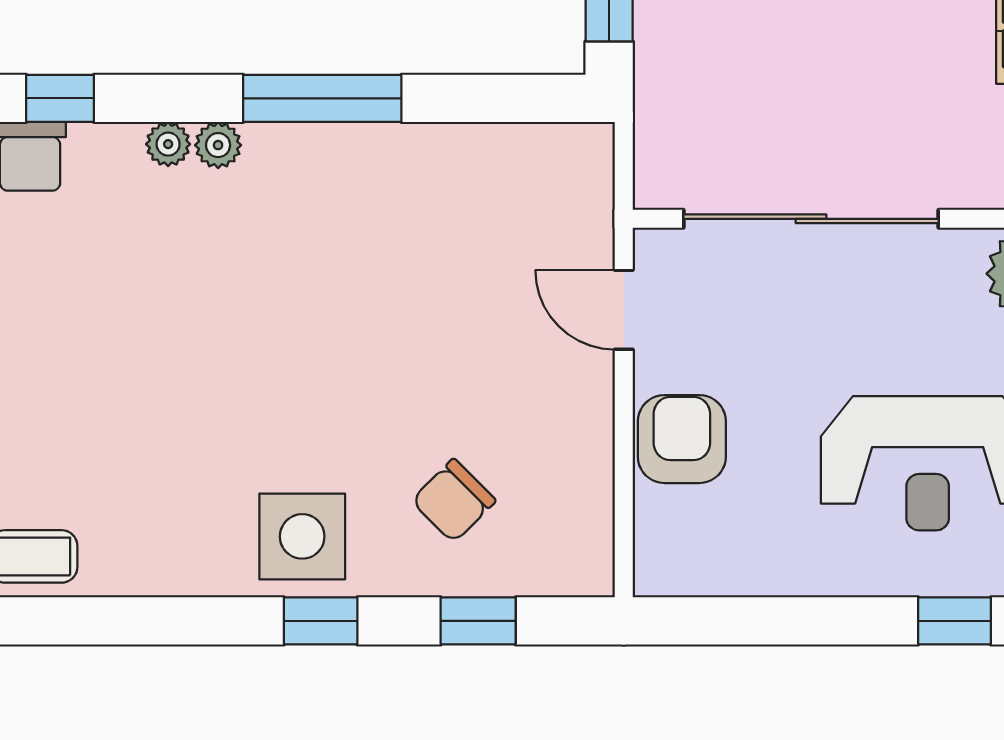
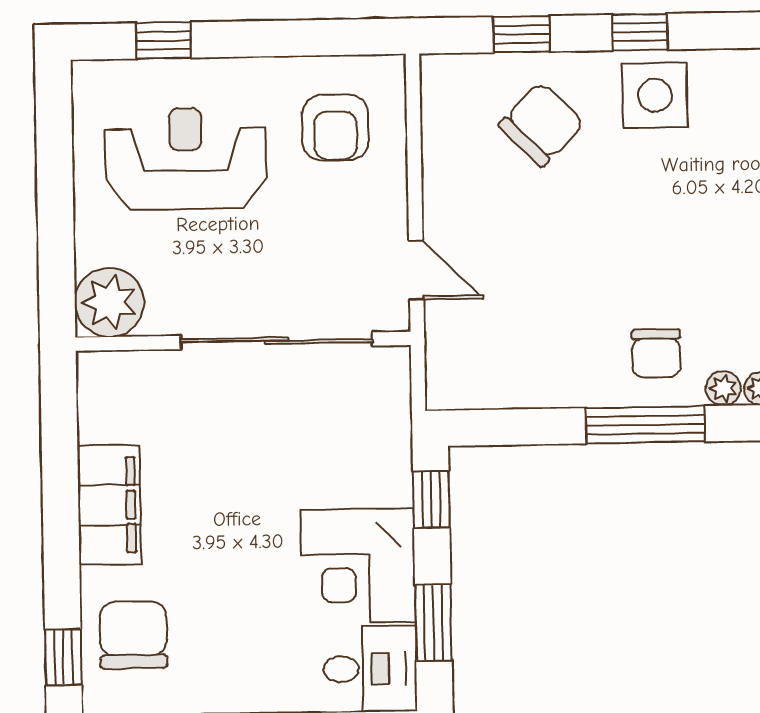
chair: (306, 193) -> (656, 353), added
armchair: (682, 439) -> (335, 128), moved
chair: (454, 501) -> (542, 124), width x1.37, depth x1.37

